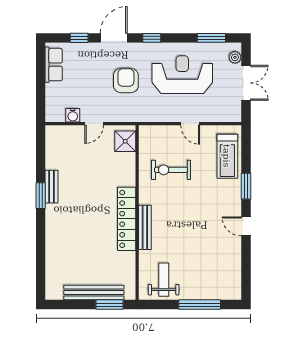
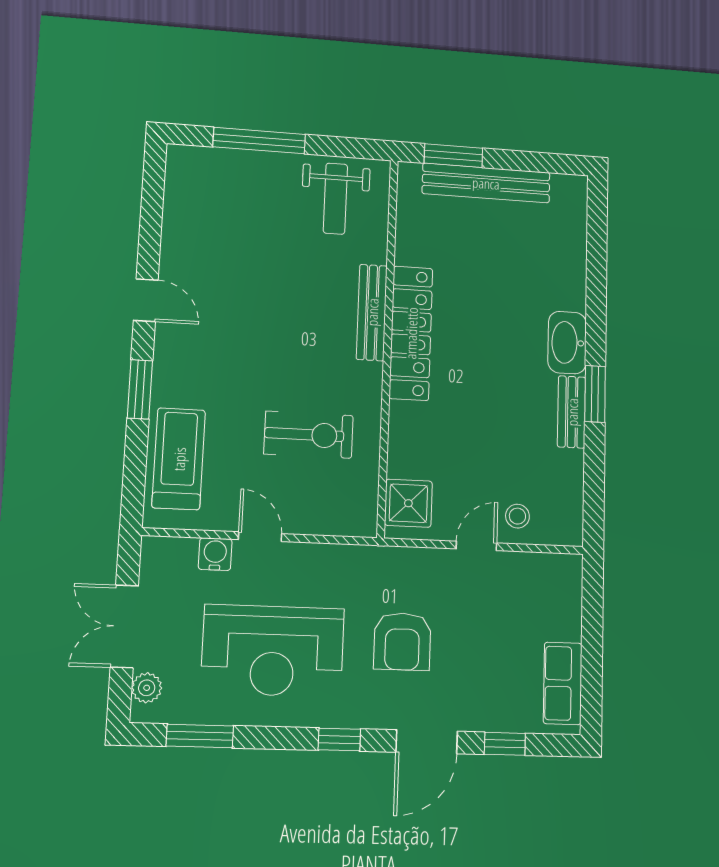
water cooler: (73, 115) -> (215, 554), moved
stool: (76, 138) -> (517, 516), added
washbasin: (54, 219) -> (567, 343), added

